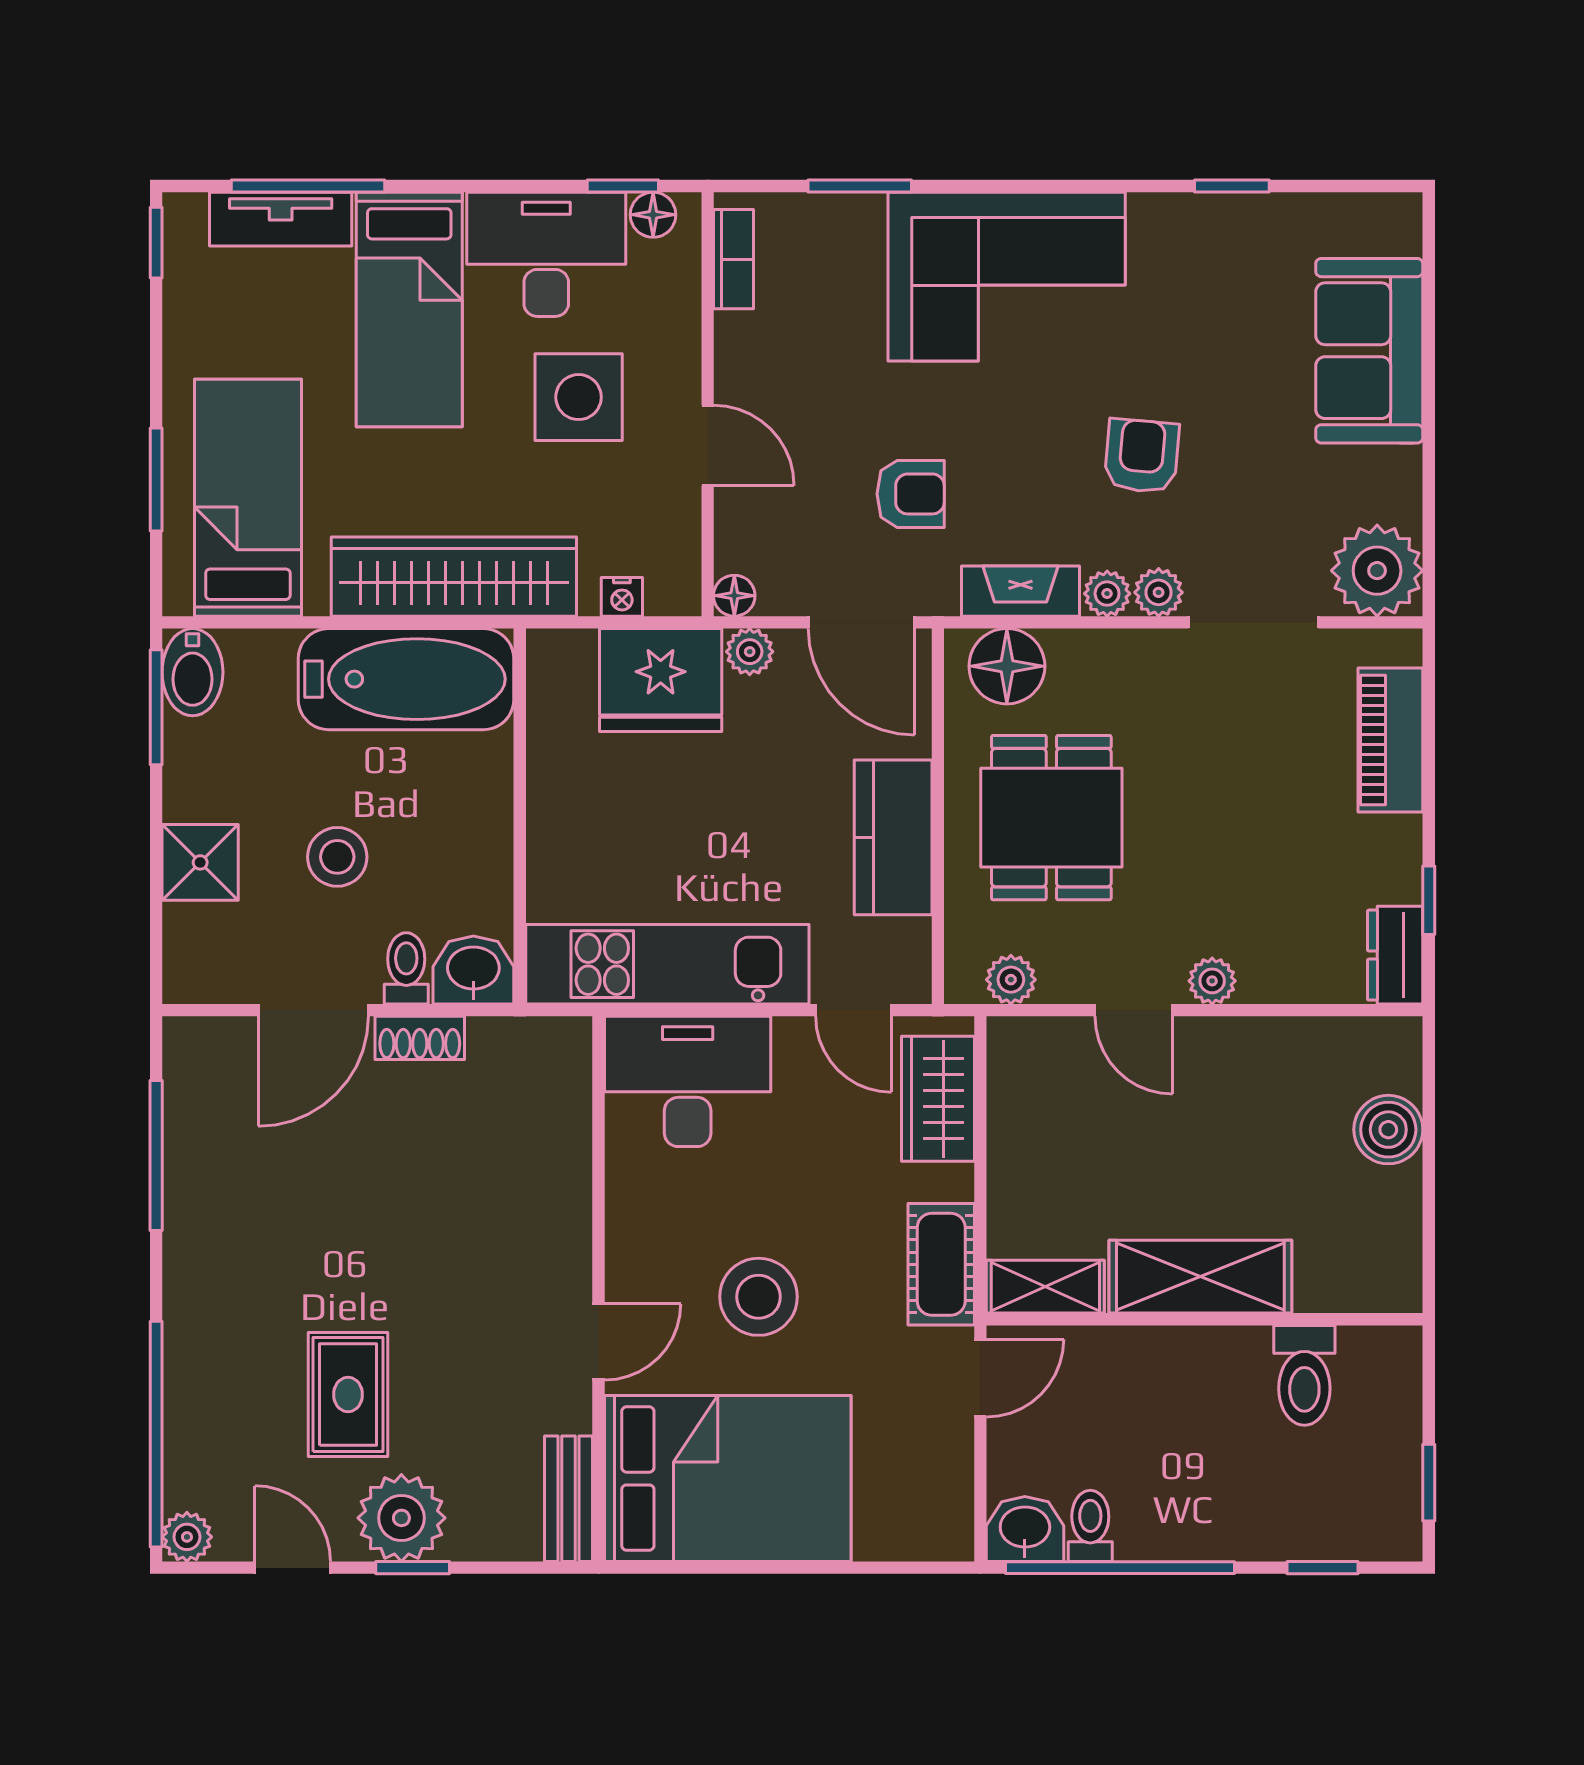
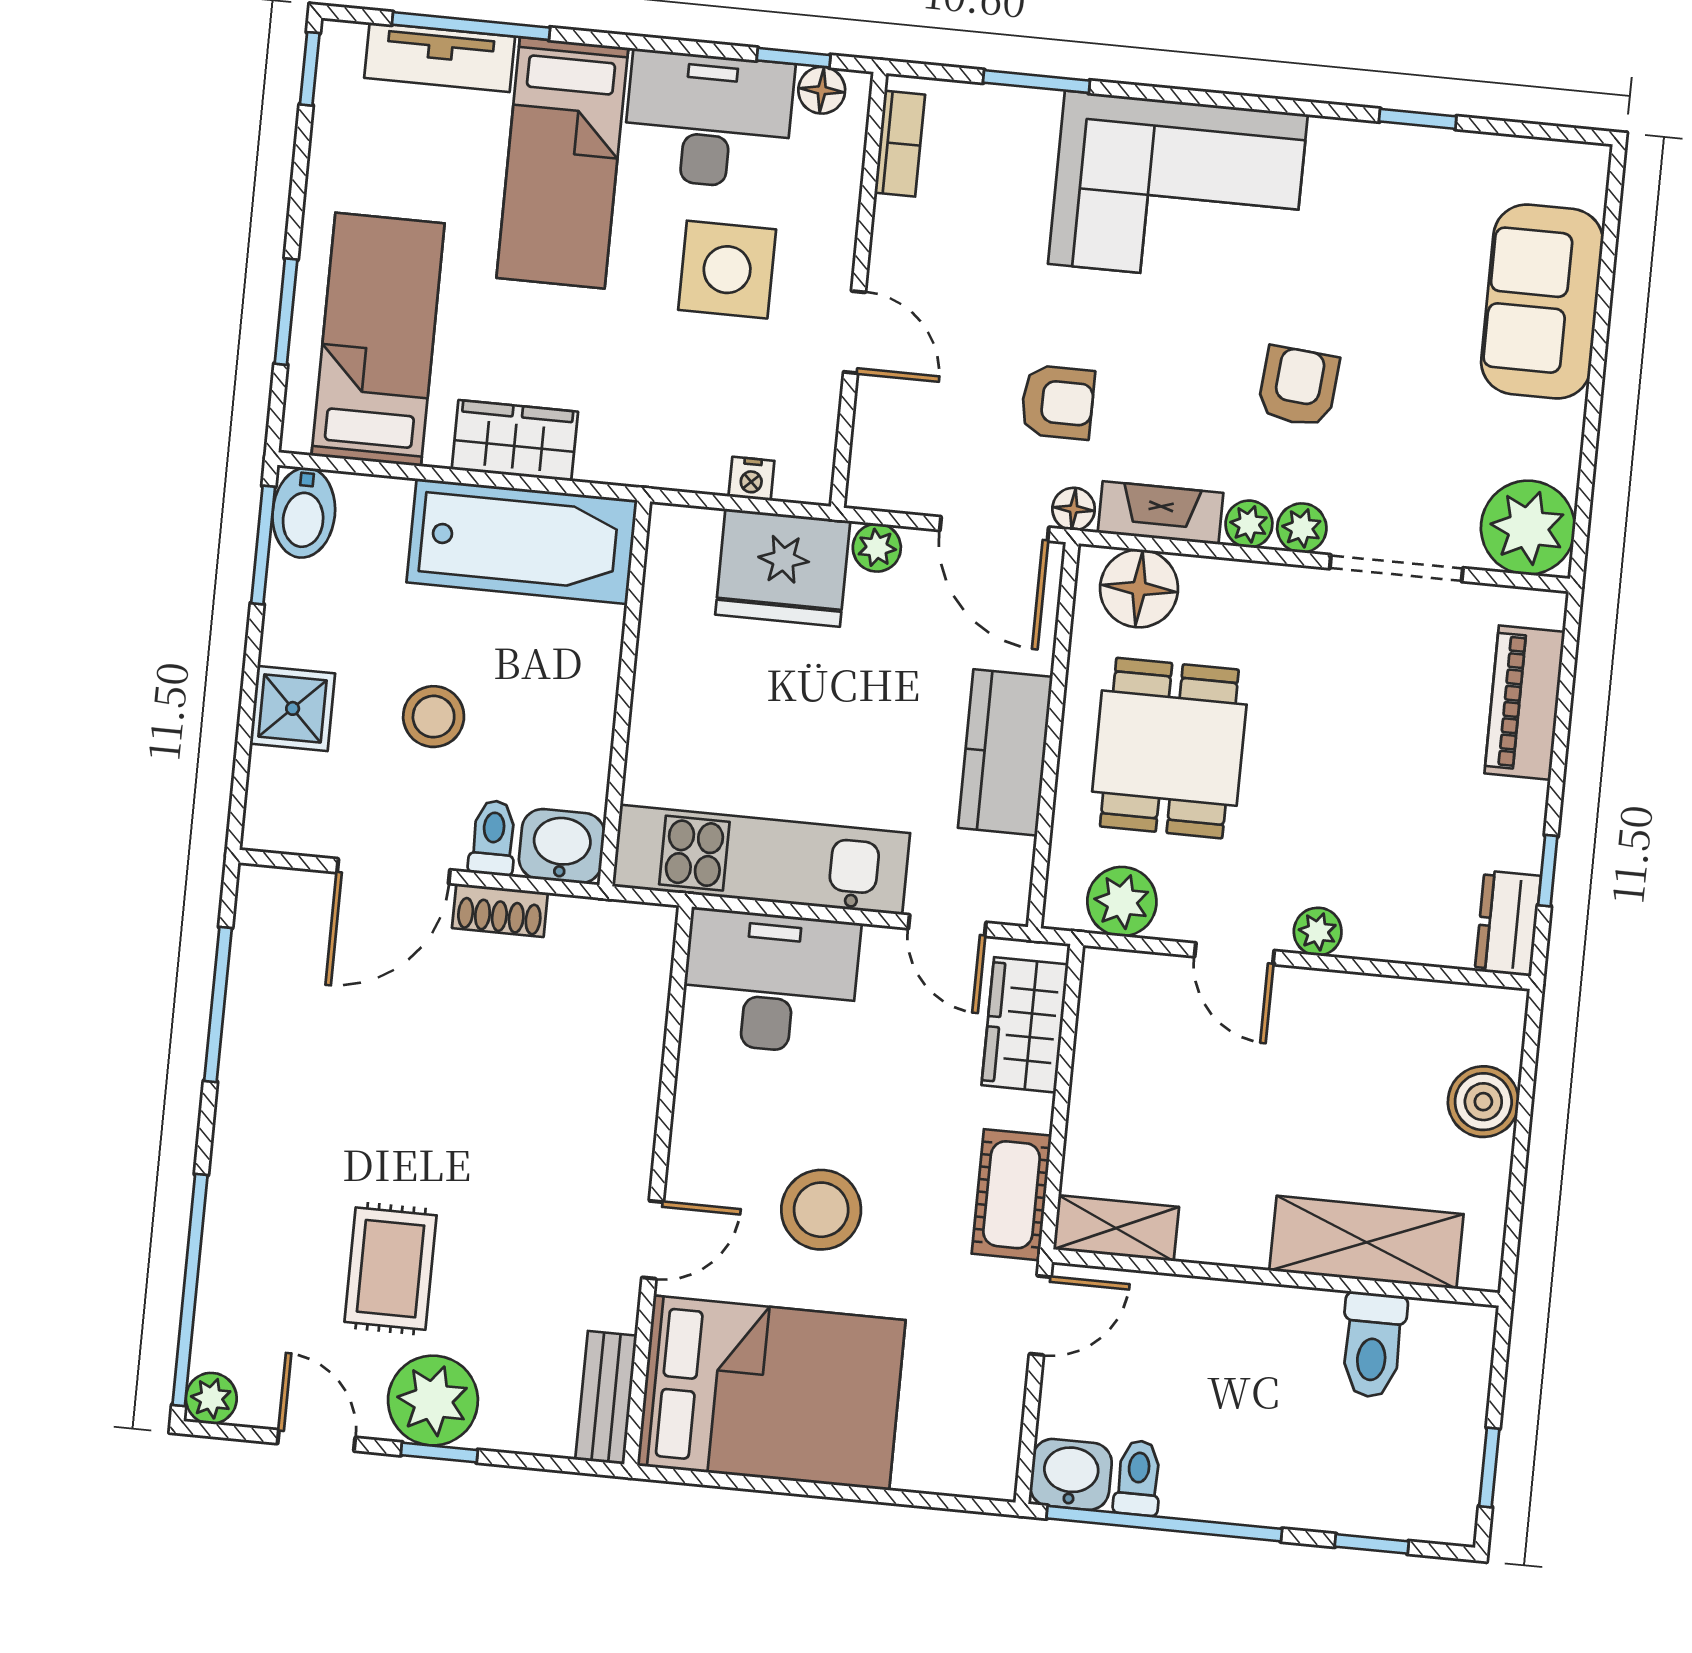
wardrobe: (454, 577) -> (515, 441), width x0.48, depth x0.85
floor lamp: (734, 596) -> (1074, 509), moved
plant: (1011, 980) -> (1122, 902), width x1.38, depth x1.38
shelving: (1200, 1277) -> (1366, 1242), moved

